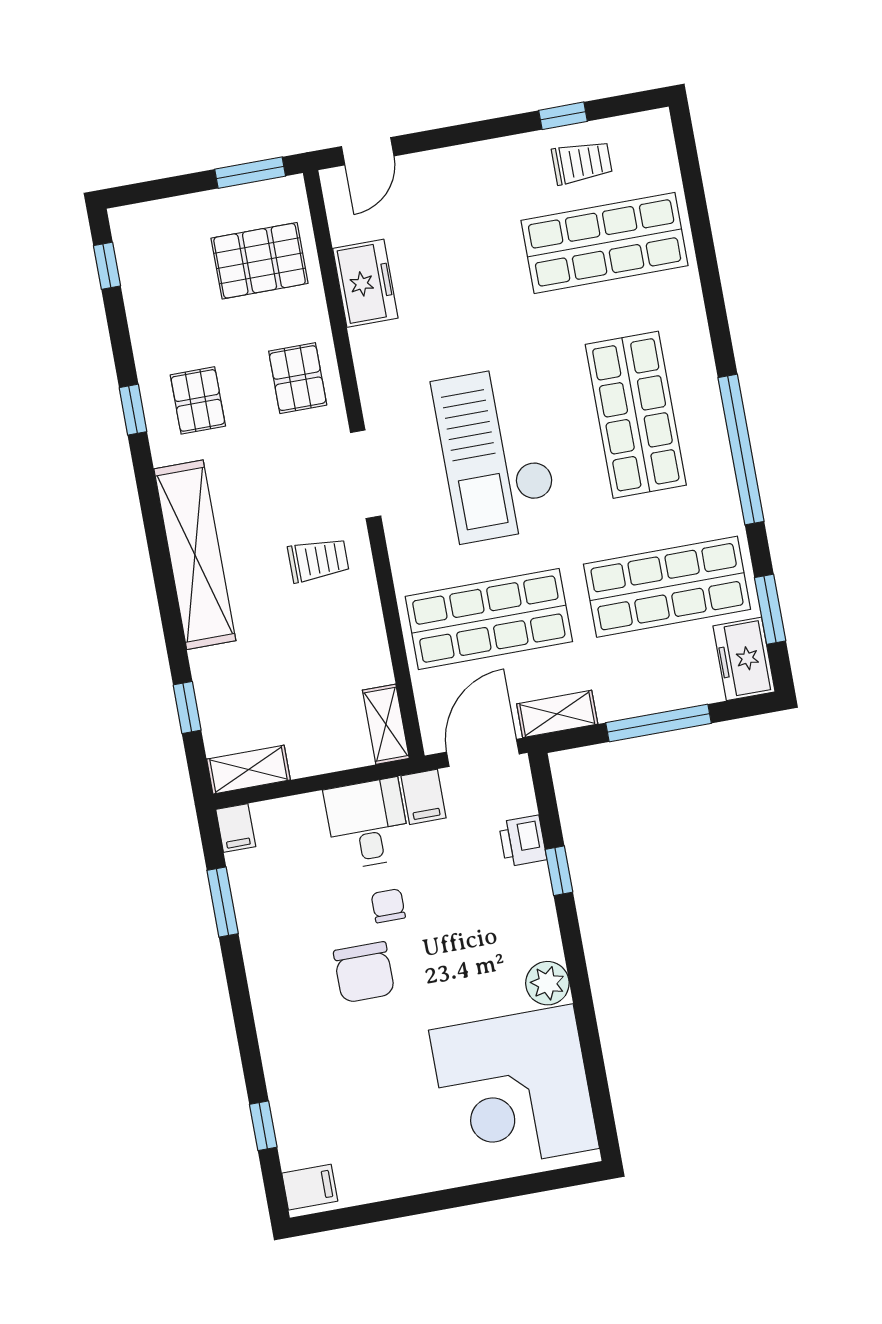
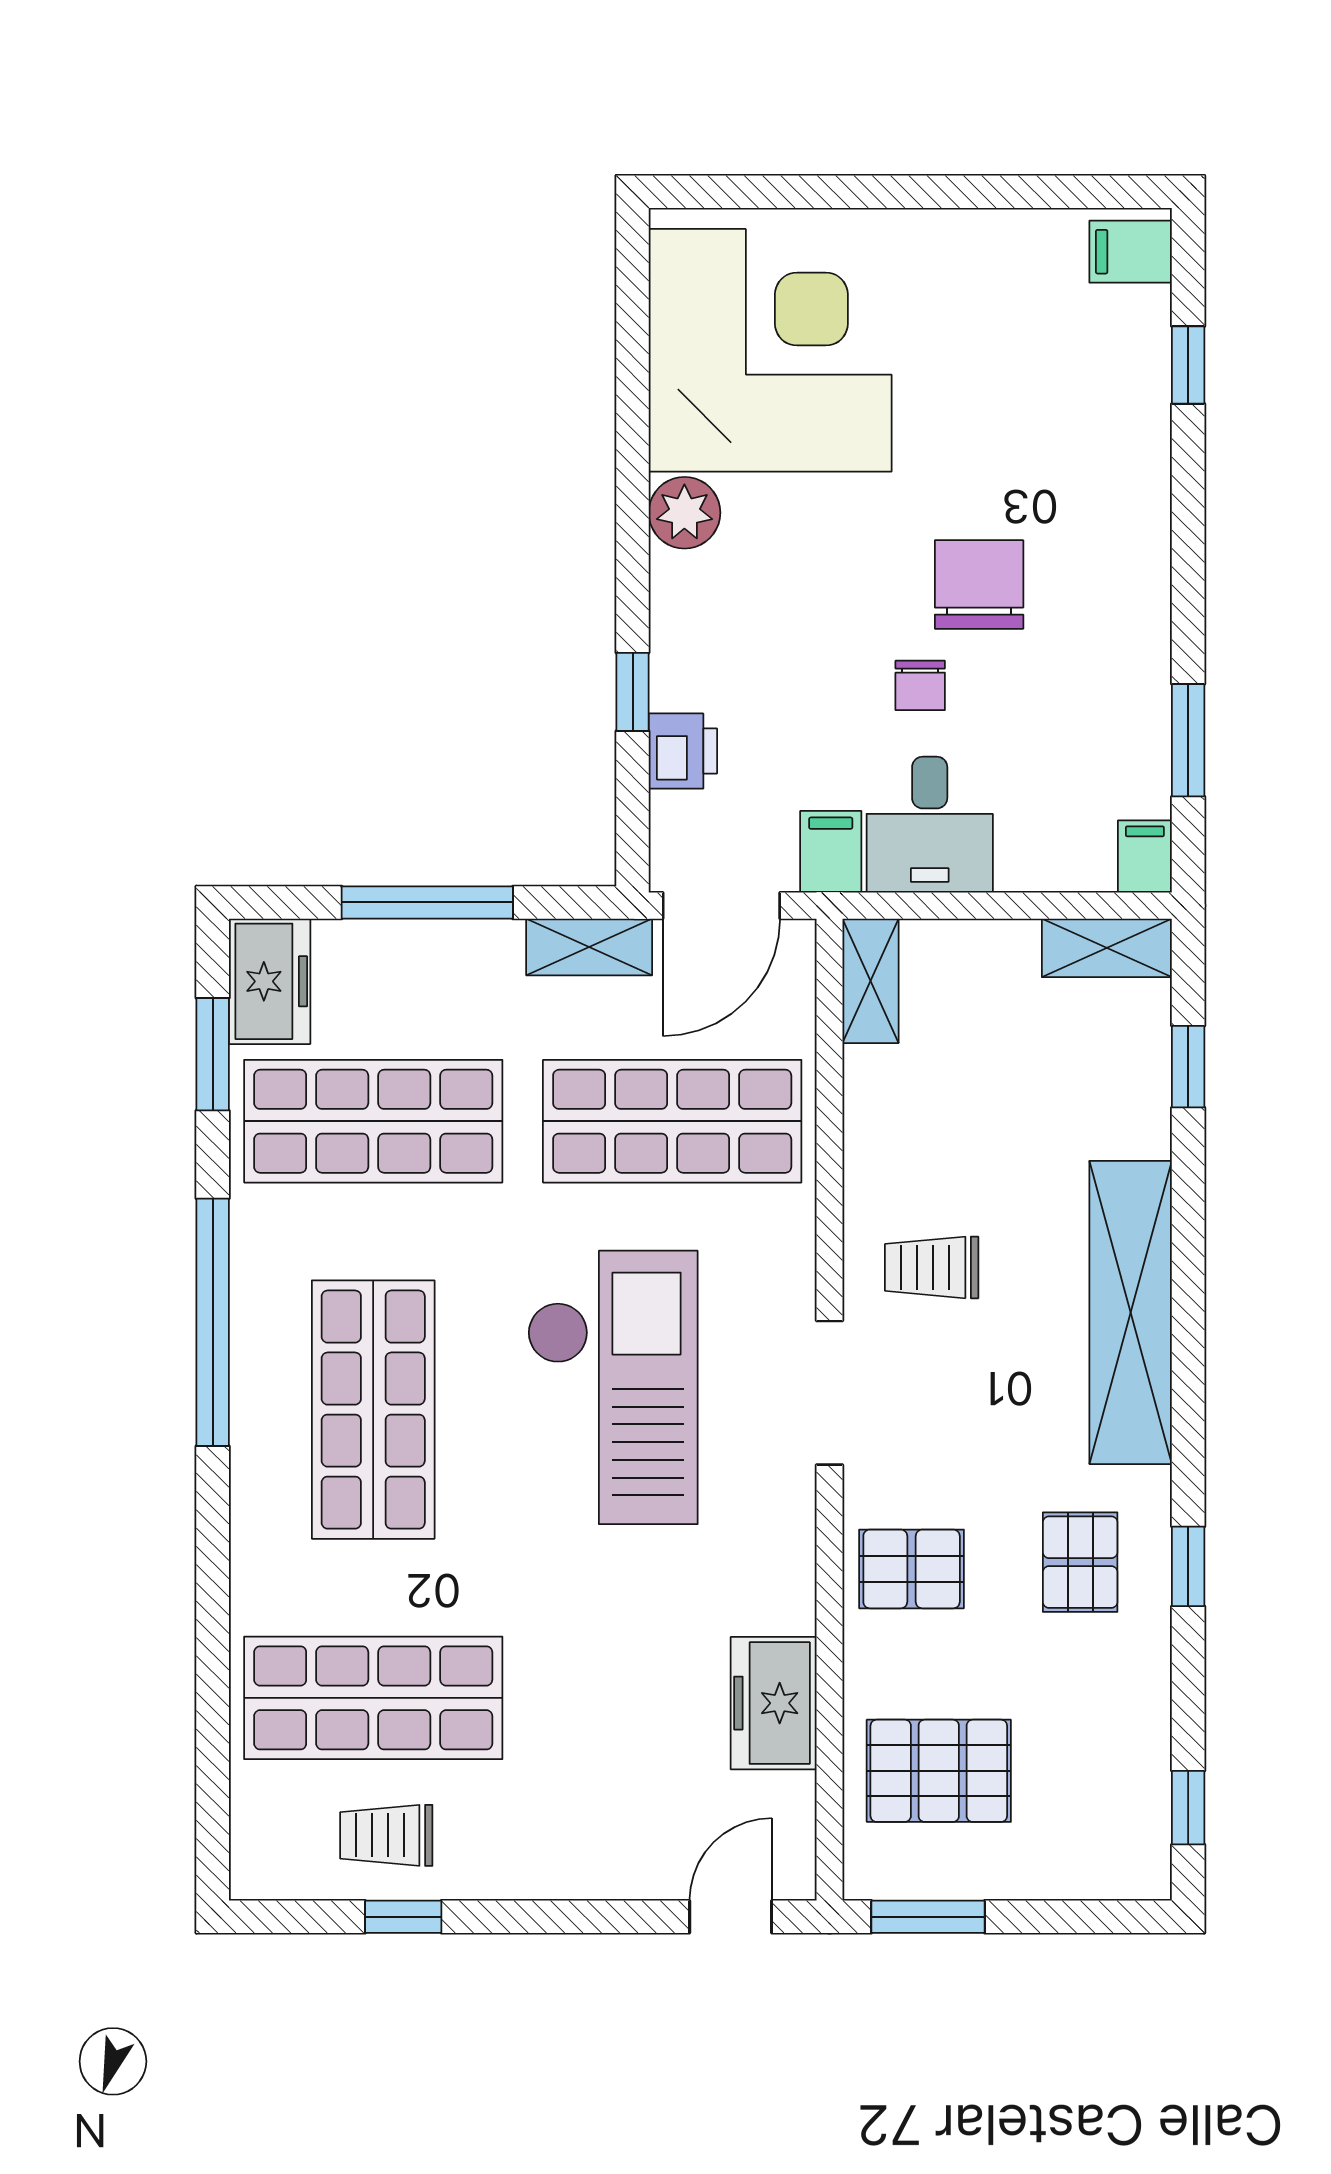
pallet: (298, 378) -> (912, 1569), turned 90

